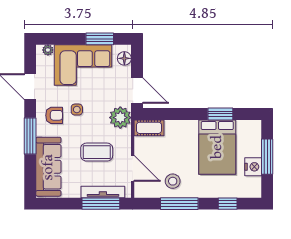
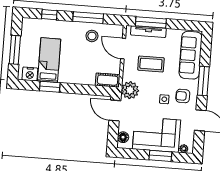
window: (100, 39) -> (160, 156), moved
bed: (217, 147) -> (49, 60), width x0.67
nightstand: (253, 167) -> (30, 74), moved, turned -90

